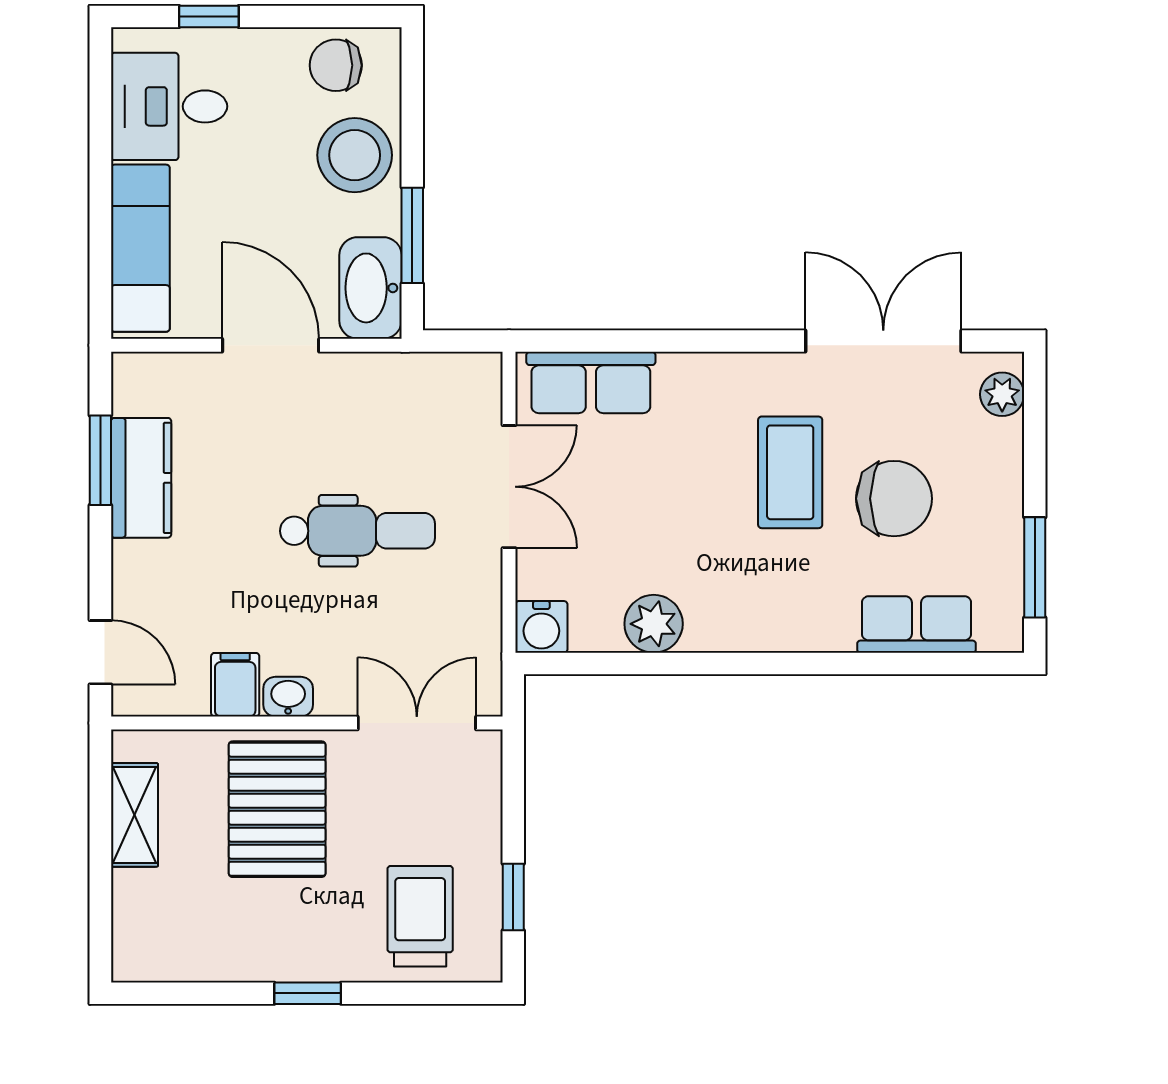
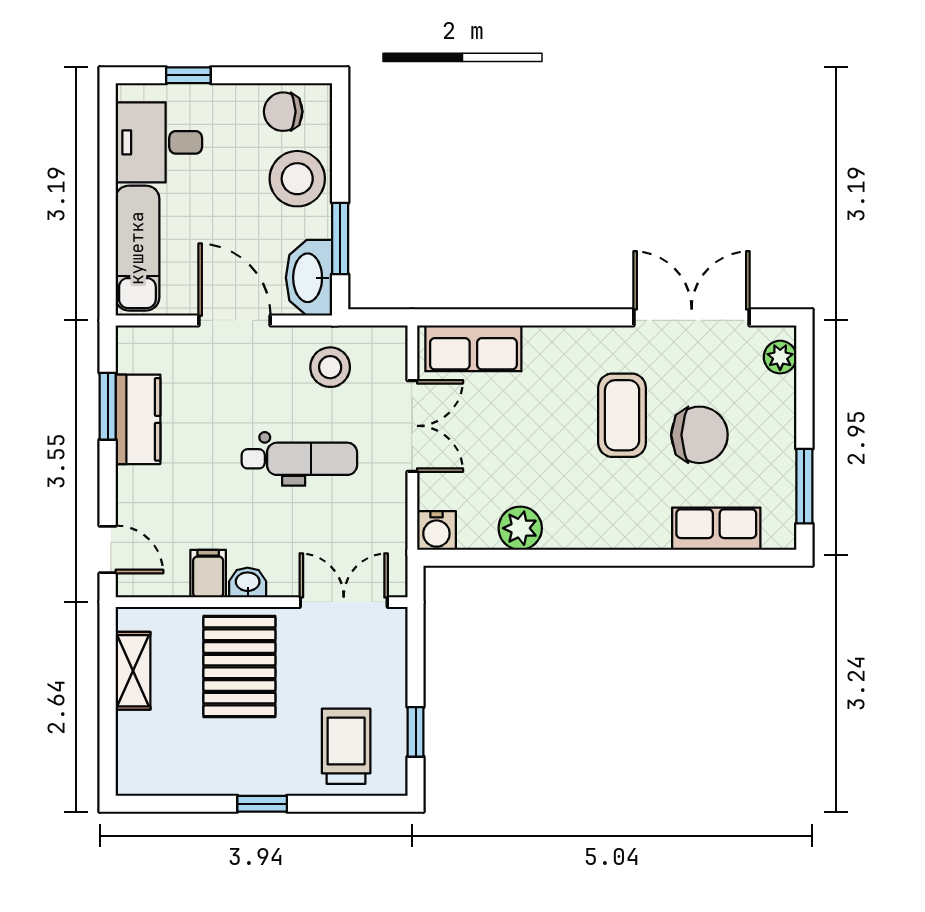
stool: (399, 408) -> (330, 367), added

